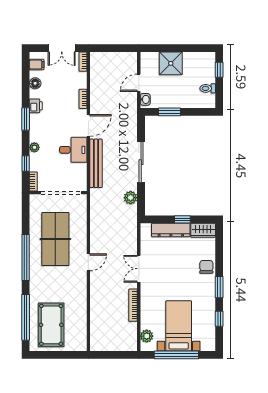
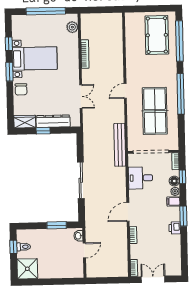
shower: (171, 63) -> (27, 269), moved
filing cabinet: (37, 65) -> (173, 201), moved
window: (219, 70) -> (13, 247), moved
floor lamp: (35, 83) -> (174, 181), moved
desk: (73, 150) -> (140, 178), moved
bench: (96, 163) -> (120, 145), moved
plant: (131, 198) -> (89, 149), removed
double door: (139, 269) -> (81, 96), moved
bed with nightstands: (179, 326) -> (35, 58), moved, turned -90

